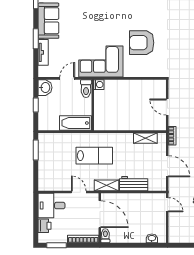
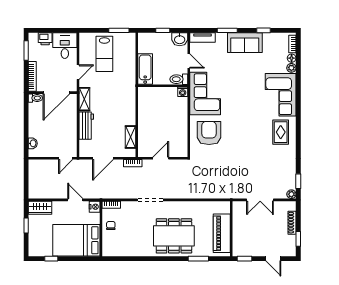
armchair: (142, 43) -> (209, 133), moved
tv unit: (43, 52) -> (202, 37), moved
lab bench: (94, 156) -> (104, 54), moved

